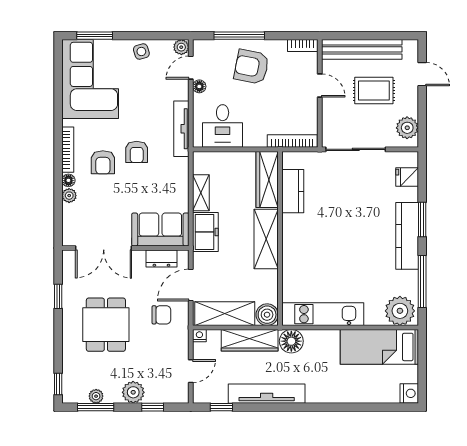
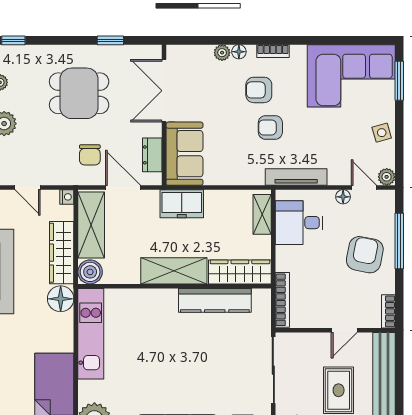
bookcase: (68, 150) -> (273, 51), width x0.64
kitchen counter: (293, 191) -> (215, 300), width x1.50
shelving: (201, 193) -> (262, 214), moved, turned 90

